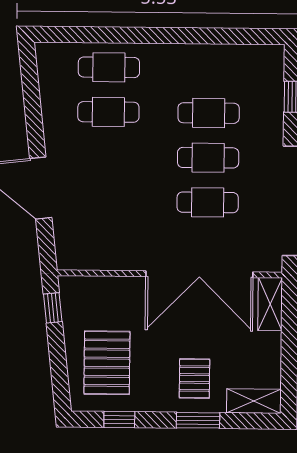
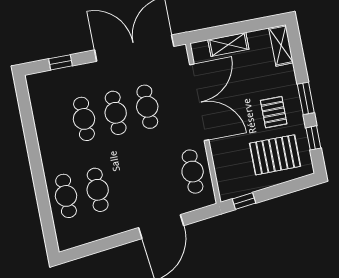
cafe table: (107, 246) -> (193, 172), added
shelving: (270, 304) -> (228, 44), moved
pallet: (194, 378) -> (274, 112), moved, turned 90
window: (198, 420) -> (306, 98), moved

